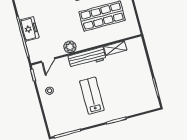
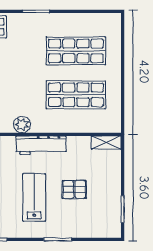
shelving: (115, 48) -> (106, 142), moved
pallet: (118, 83) -> (74, 189), added

